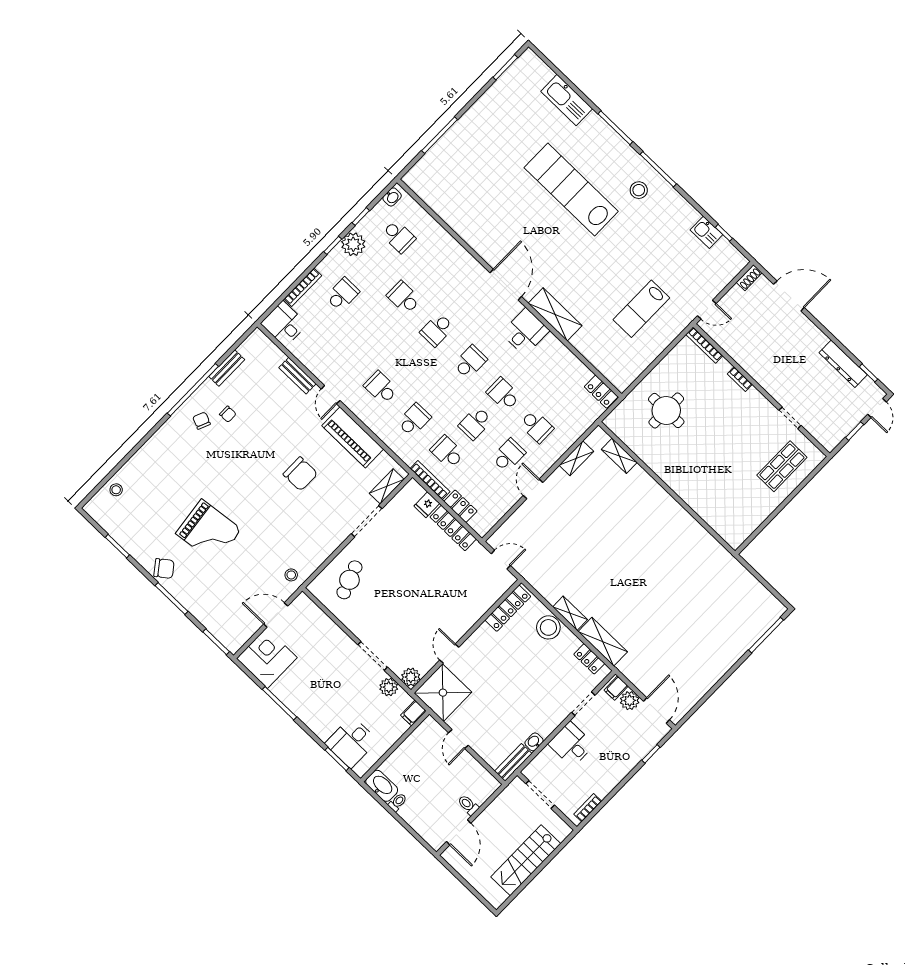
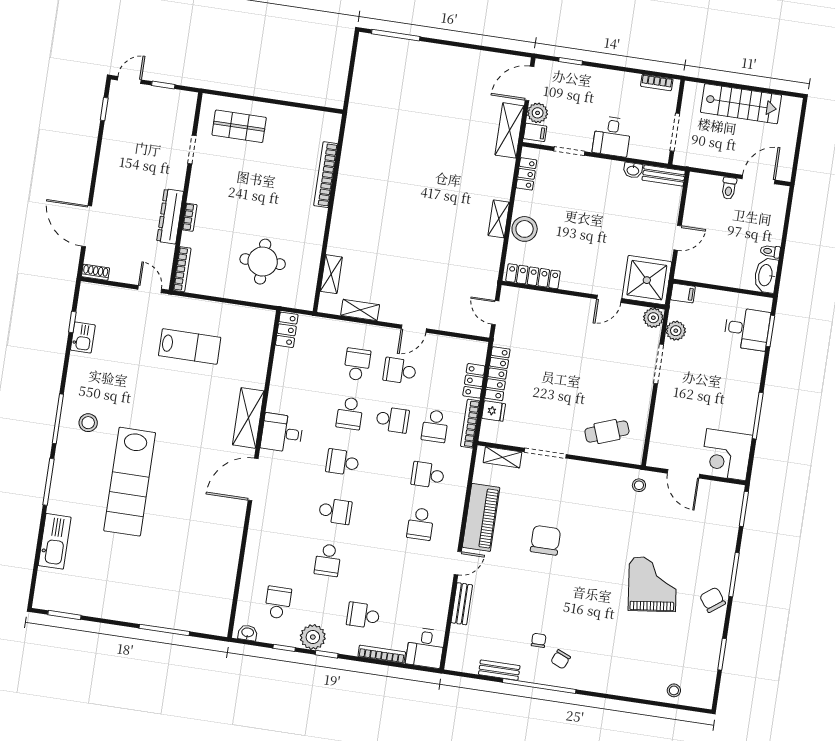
dresser: (843, 364) -> (170, 216), moved, turned 180
bookcase: (698, 506) -> (326, 175), added
shelving: (603, 642) -> (509, 130), moved

